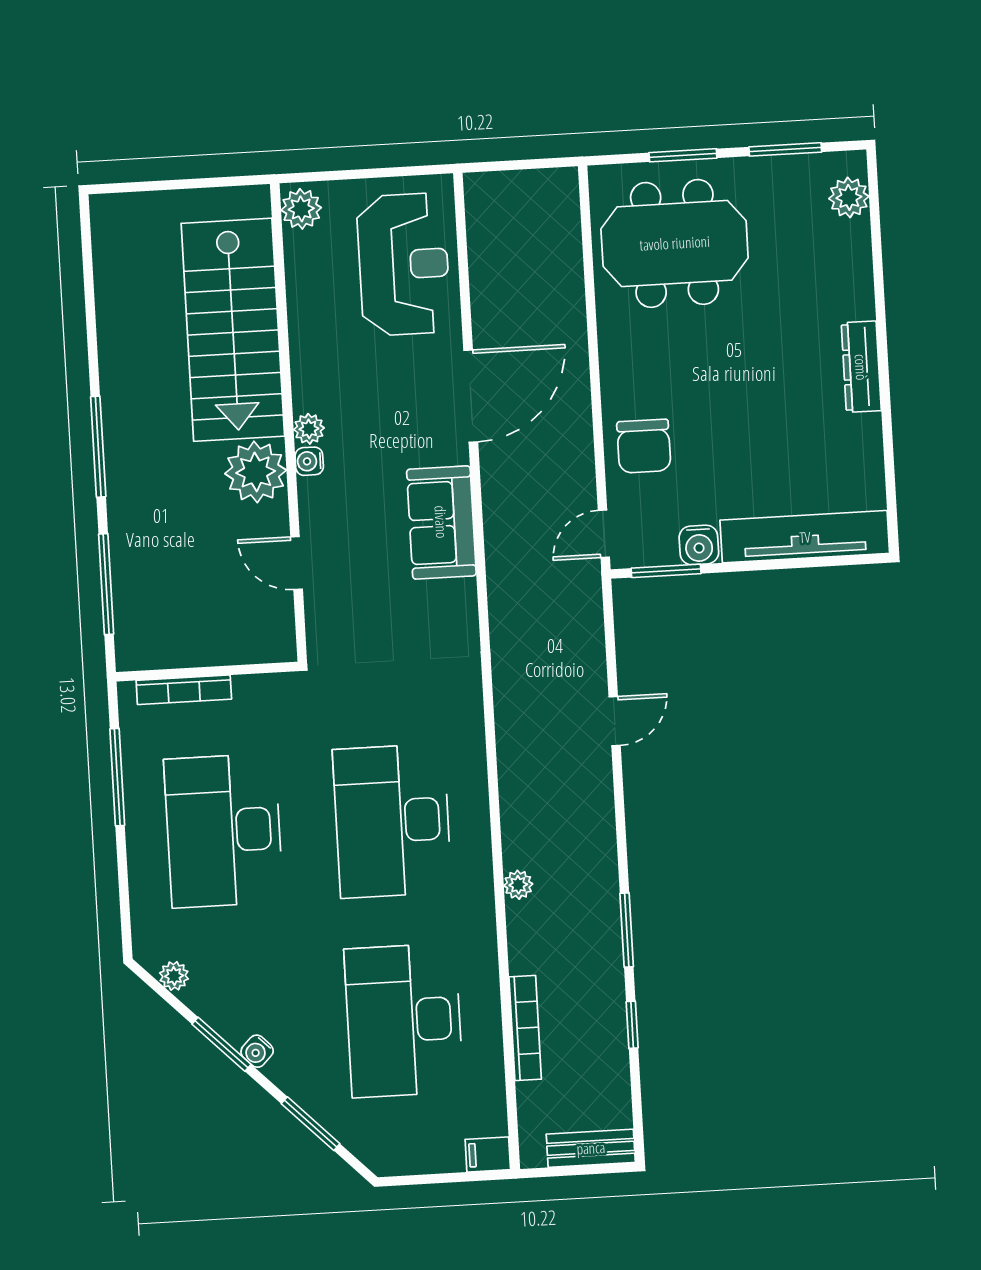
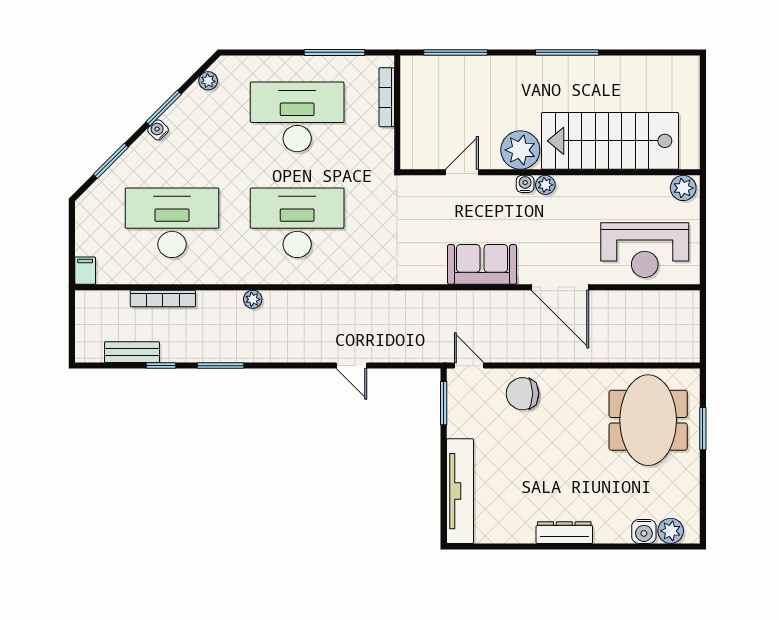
window: (785, 149) -> (703, 493), removed
window: (98, 447) -> (567, 52), moved
water cooler: (699, 545) -> (644, 531), moved, turned -90
bench: (591, 1148) -> (132, 352), moved, turned 90

